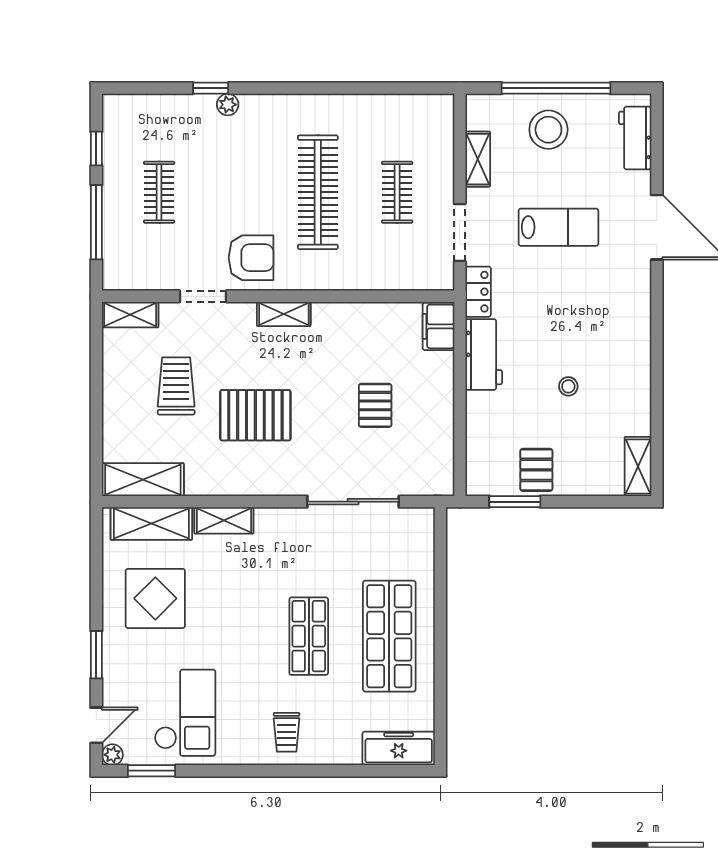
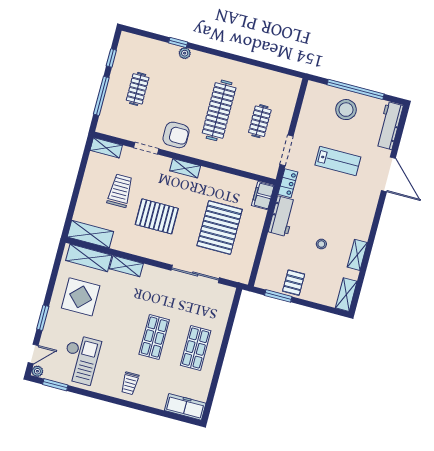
workbench: (635, 138) -> (389, 126), width x1.38
shelving: (478, 159) -> (357, 255), moved
pallet: (375, 405) -> (220, 228), width x2.05, depth x2.00
shop shelf: (389, 636) -> (196, 348), width x0.70, depth x0.74

